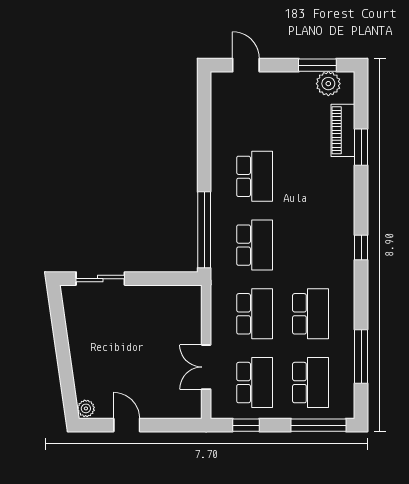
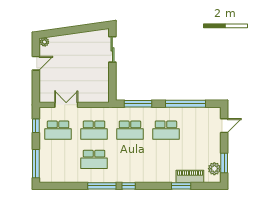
window: (204, 139) -> (185, 104), added
window: (204, 230) -> (138, 104), width x0.68
window: (361, 356) -> (102, 186), moved
school desk: (310, 383) -> (58, 159), removed

